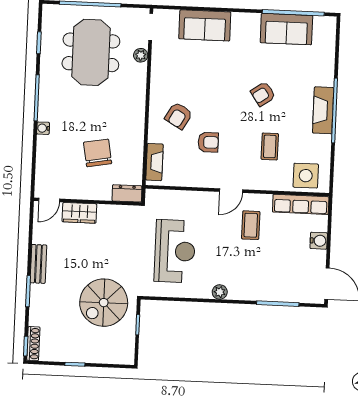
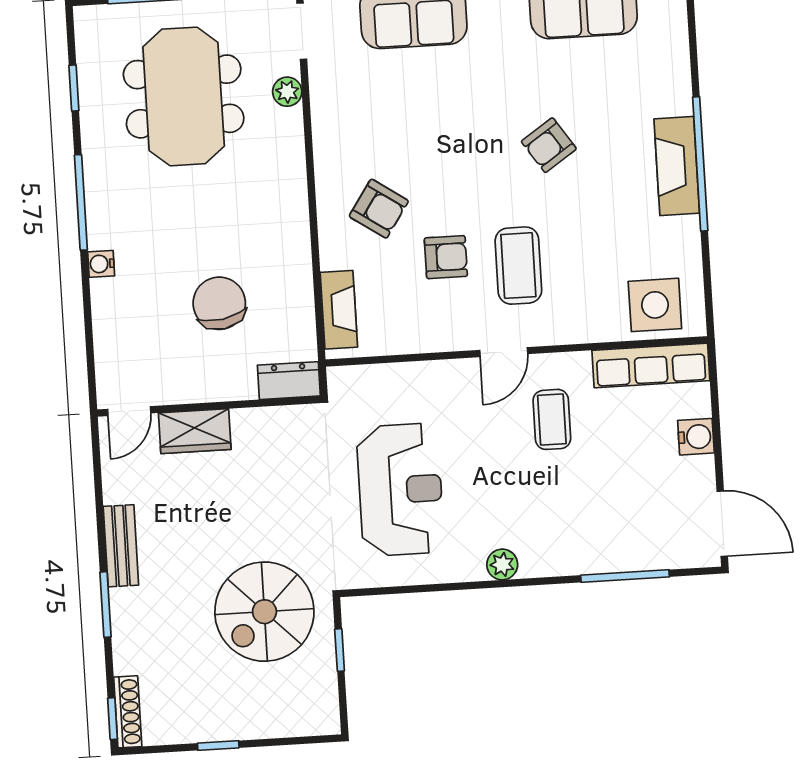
armchair: (179, 116) -> (379, 209), turned -86
coffee table: (270, 146) -> (518, 266), moved, width x1.36, depth x1.30

